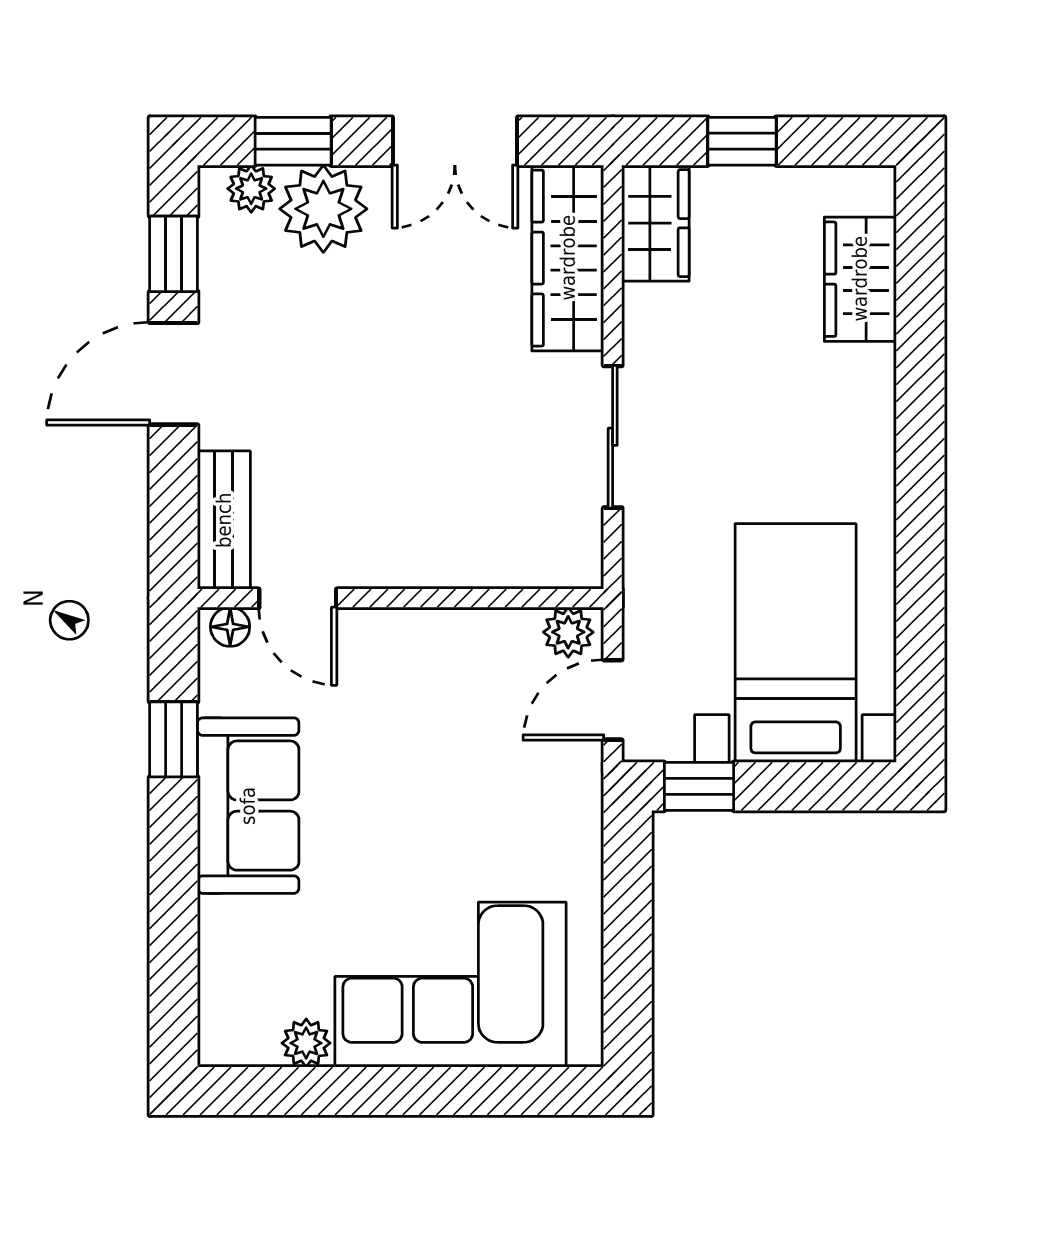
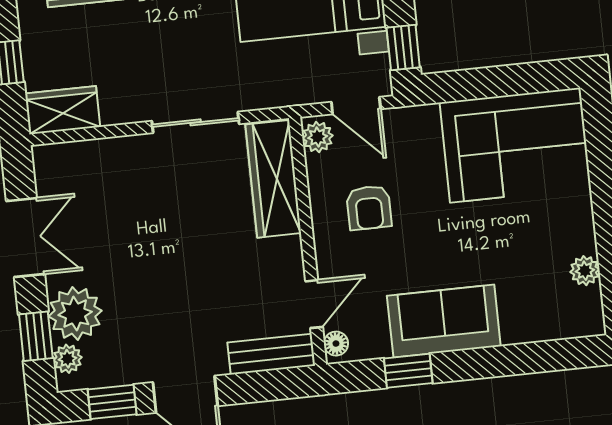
wardrobe: (568, 258) -> (273, 179), moved, turned 90
armchair: (445, 703) -> (369, 208), added
corner sofa: (451, 985) -> (515, 145), moved, turned -90

